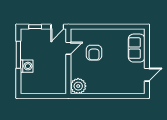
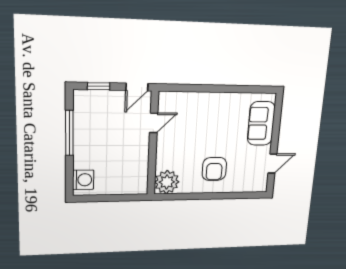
armchair: (94, 53) -> (214, 169), moved
washing machine: (27, 66) -> (83, 180), moved

